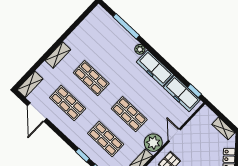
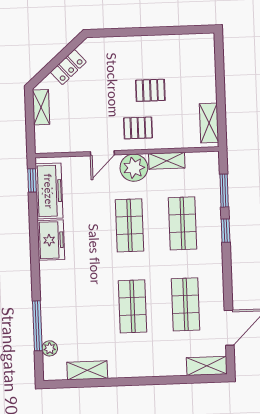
plant: (140, 49) -> (50, 348), moved
shelving: (58, 55) -> (87, 370), moved
freezer: (155, 68) -> (51, 240), width x0.71

